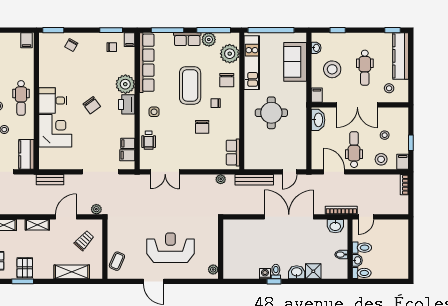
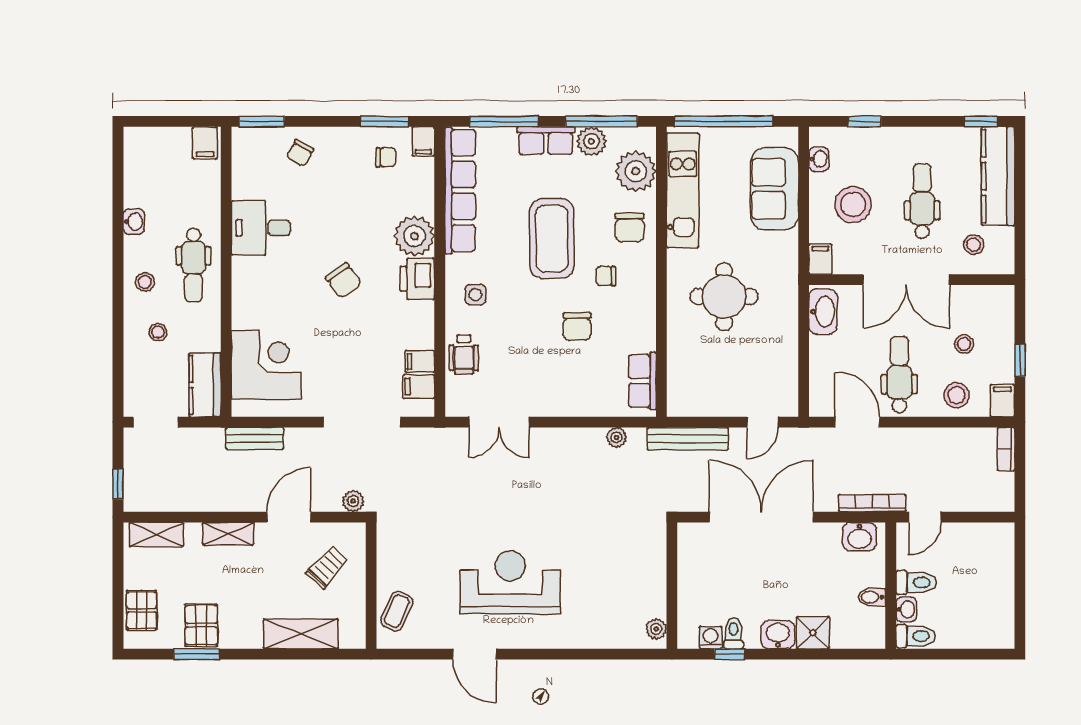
dental chair: (365, 68) -> (922, 201), turned 180
desk: (53, 101) -> (261, 228), moved
corner desk: (55, 131) -> (266, 365), moved
wall: (221, 249) -> (672, 586), moved
plant: (213, 270) -> (656, 629), moved

